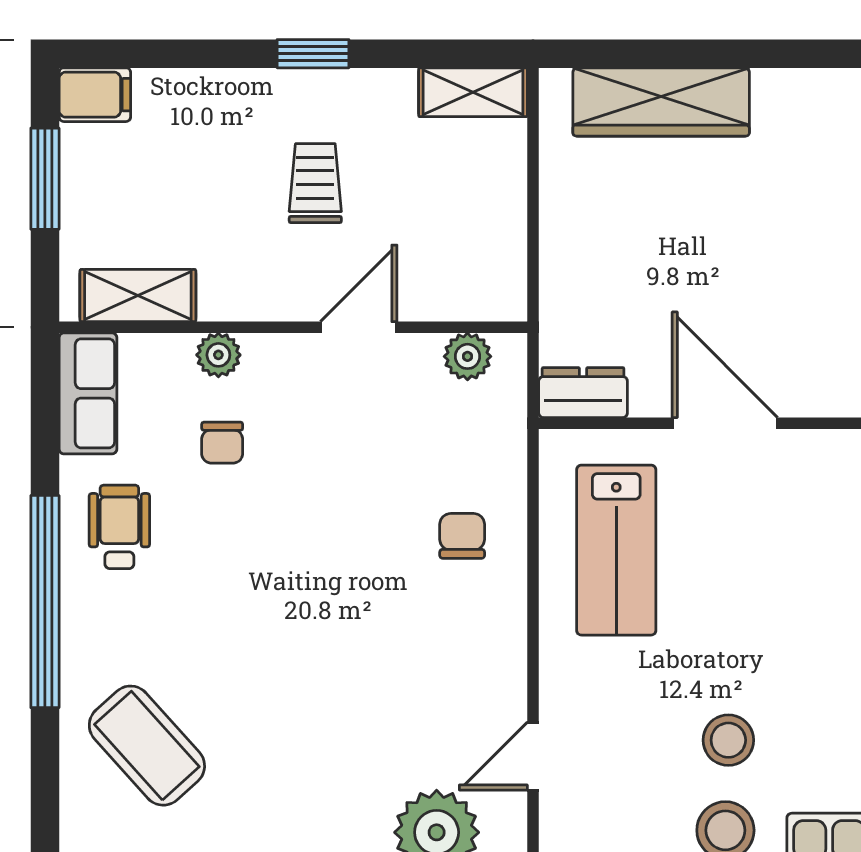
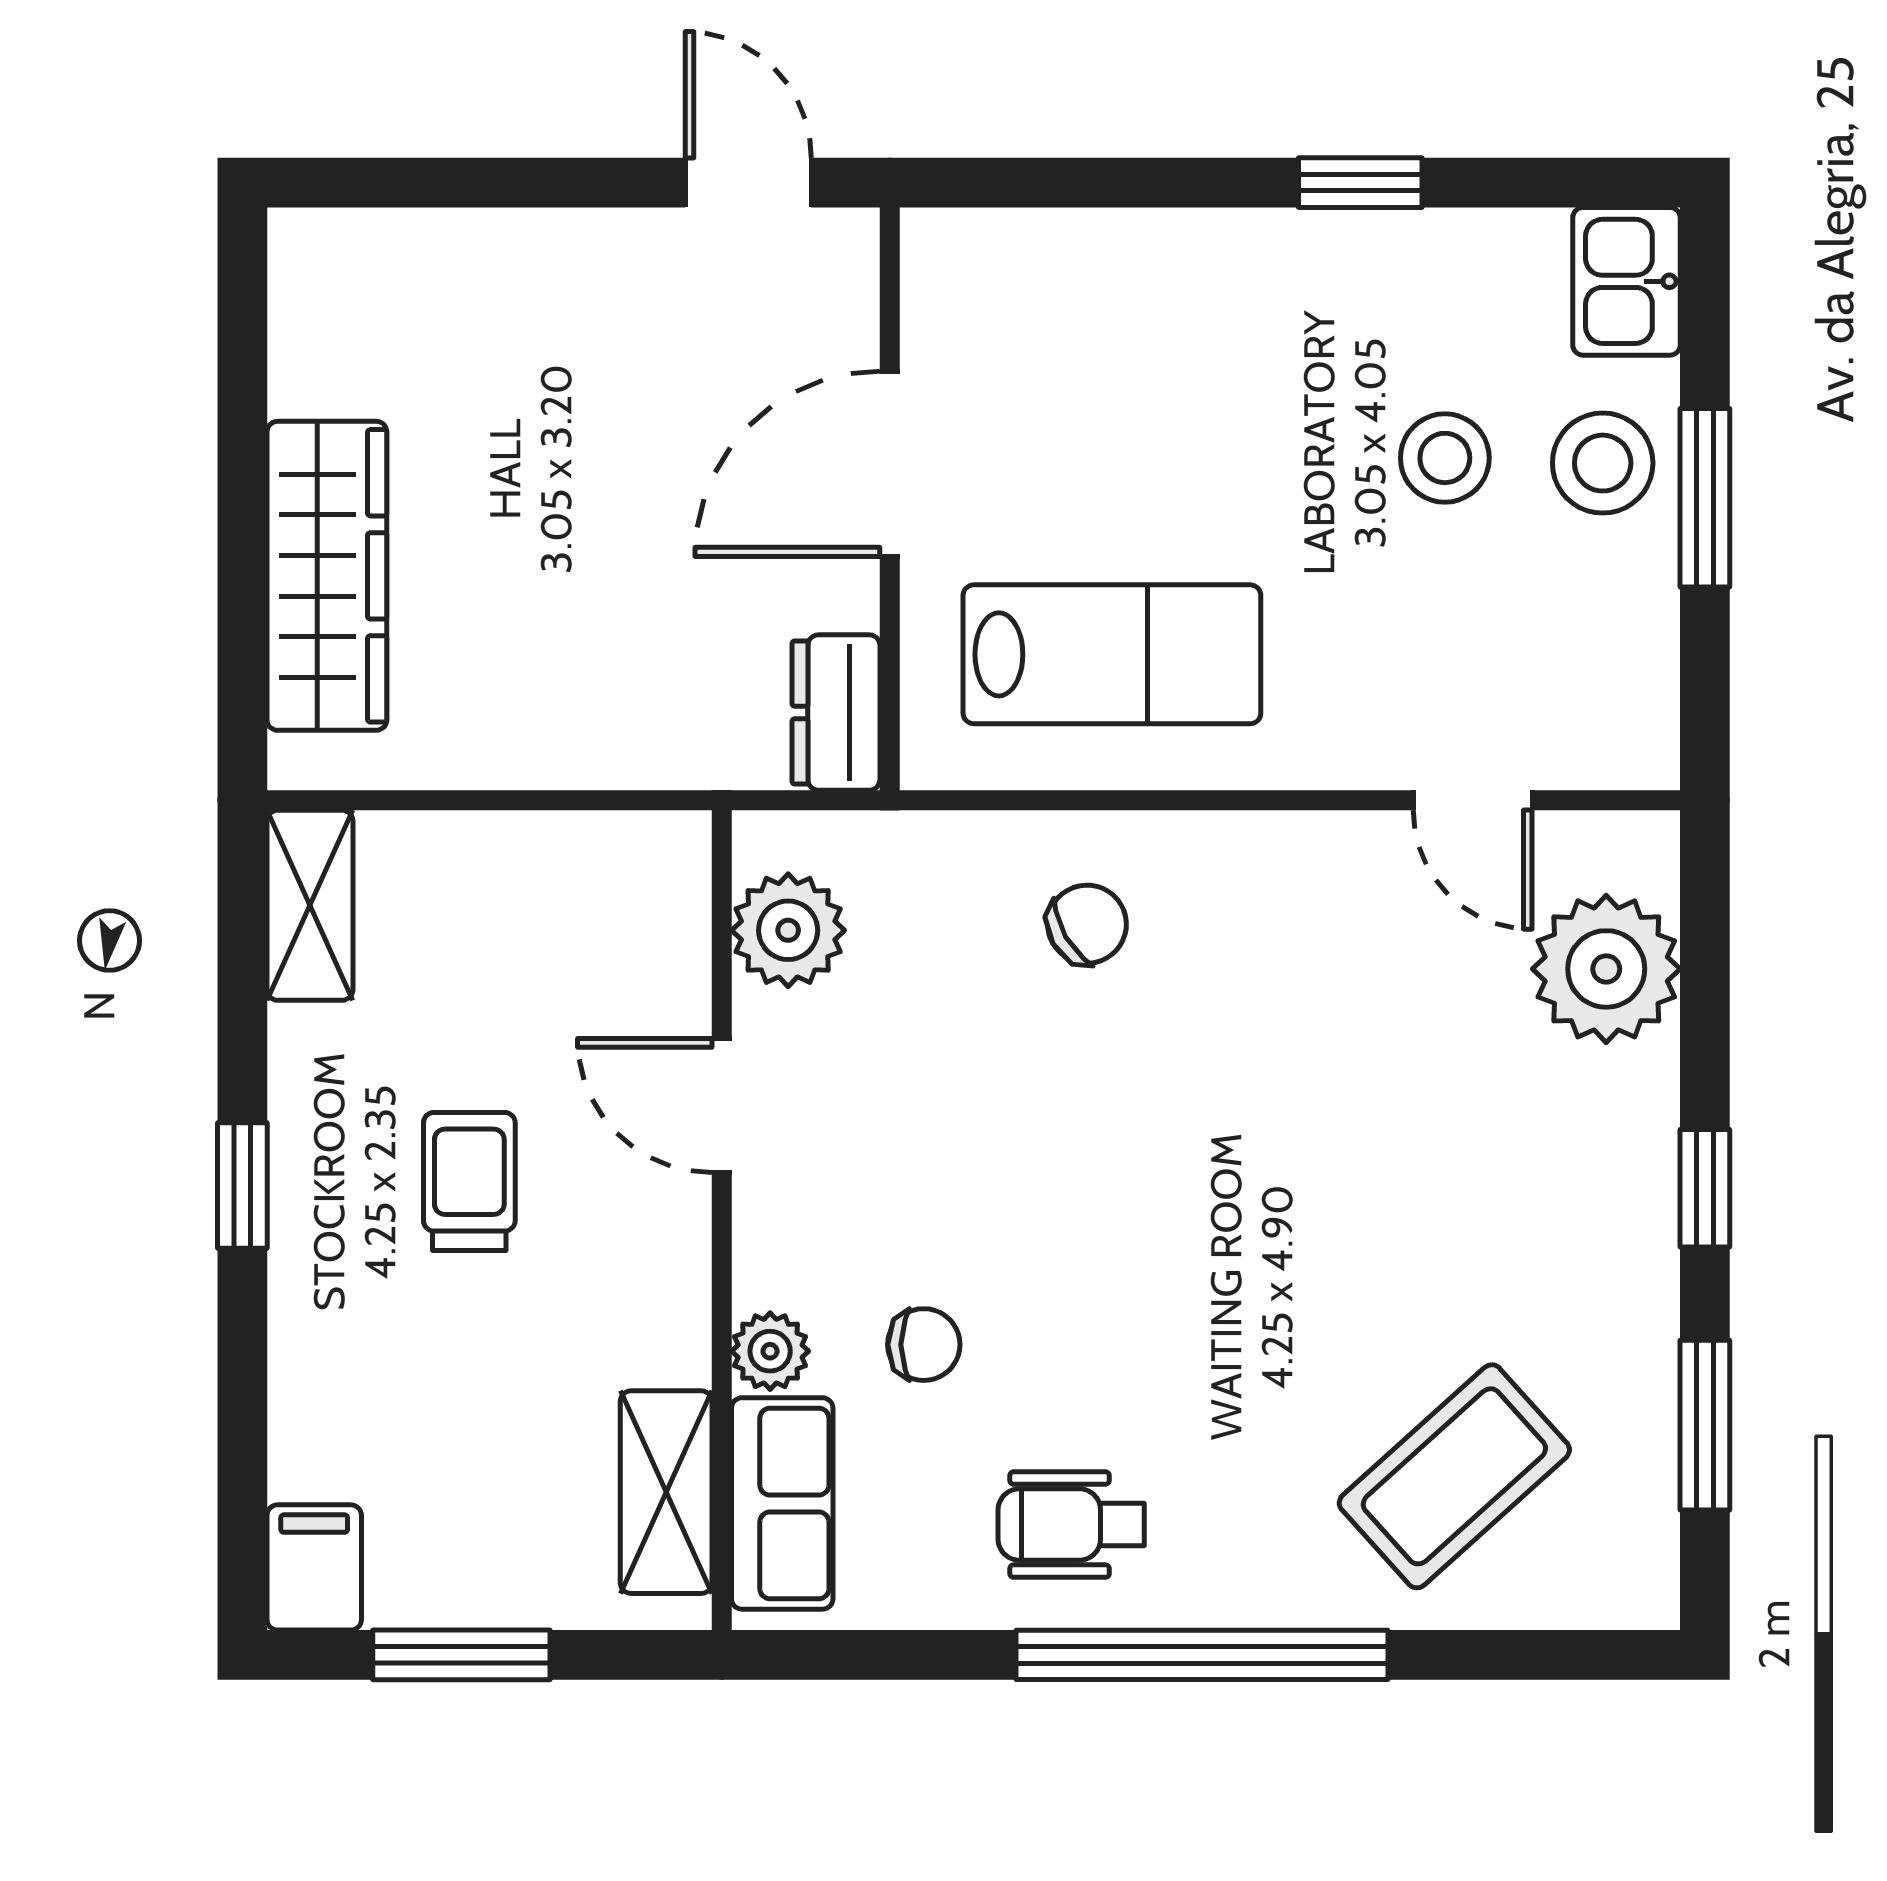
trolley: (315, 183) -> (469, 1181), turned 90
plant: (467, 356) -> (788, 930), width x1.38, depth x1.38
row of seats: (88, 393) -> (782, 1503), moved, turned 90
chair: (462, 536) -> (1087, 924), turned 150

